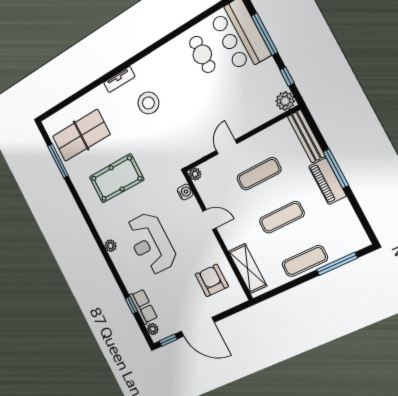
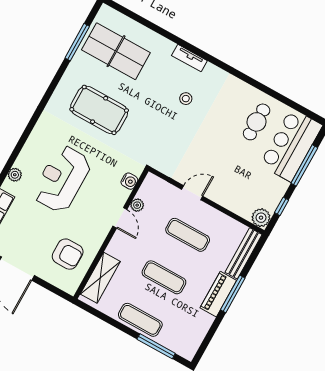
stool: (148, 103) -> (186, 99), width x0.53, depth x0.53
plant: (195, 174) -> (137, 205), moved
plant: (111, 246) -> (15, 175), moved
armchair: (212, 280) -> (68, 254), turned 90

